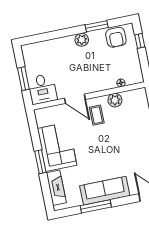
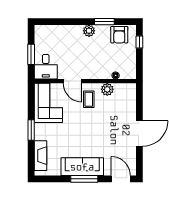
corner sofa: (57, 147) -> (48, 103), moved
window: (96, 206) -> (84, 179), moved

